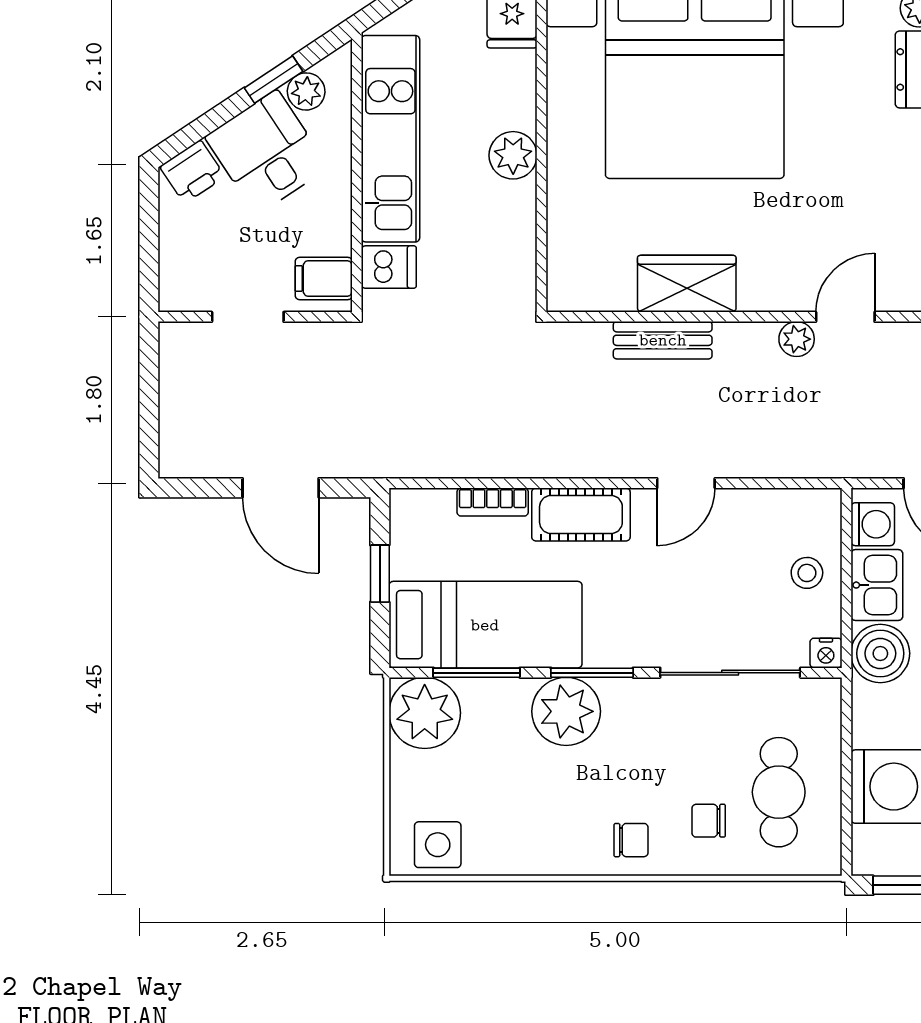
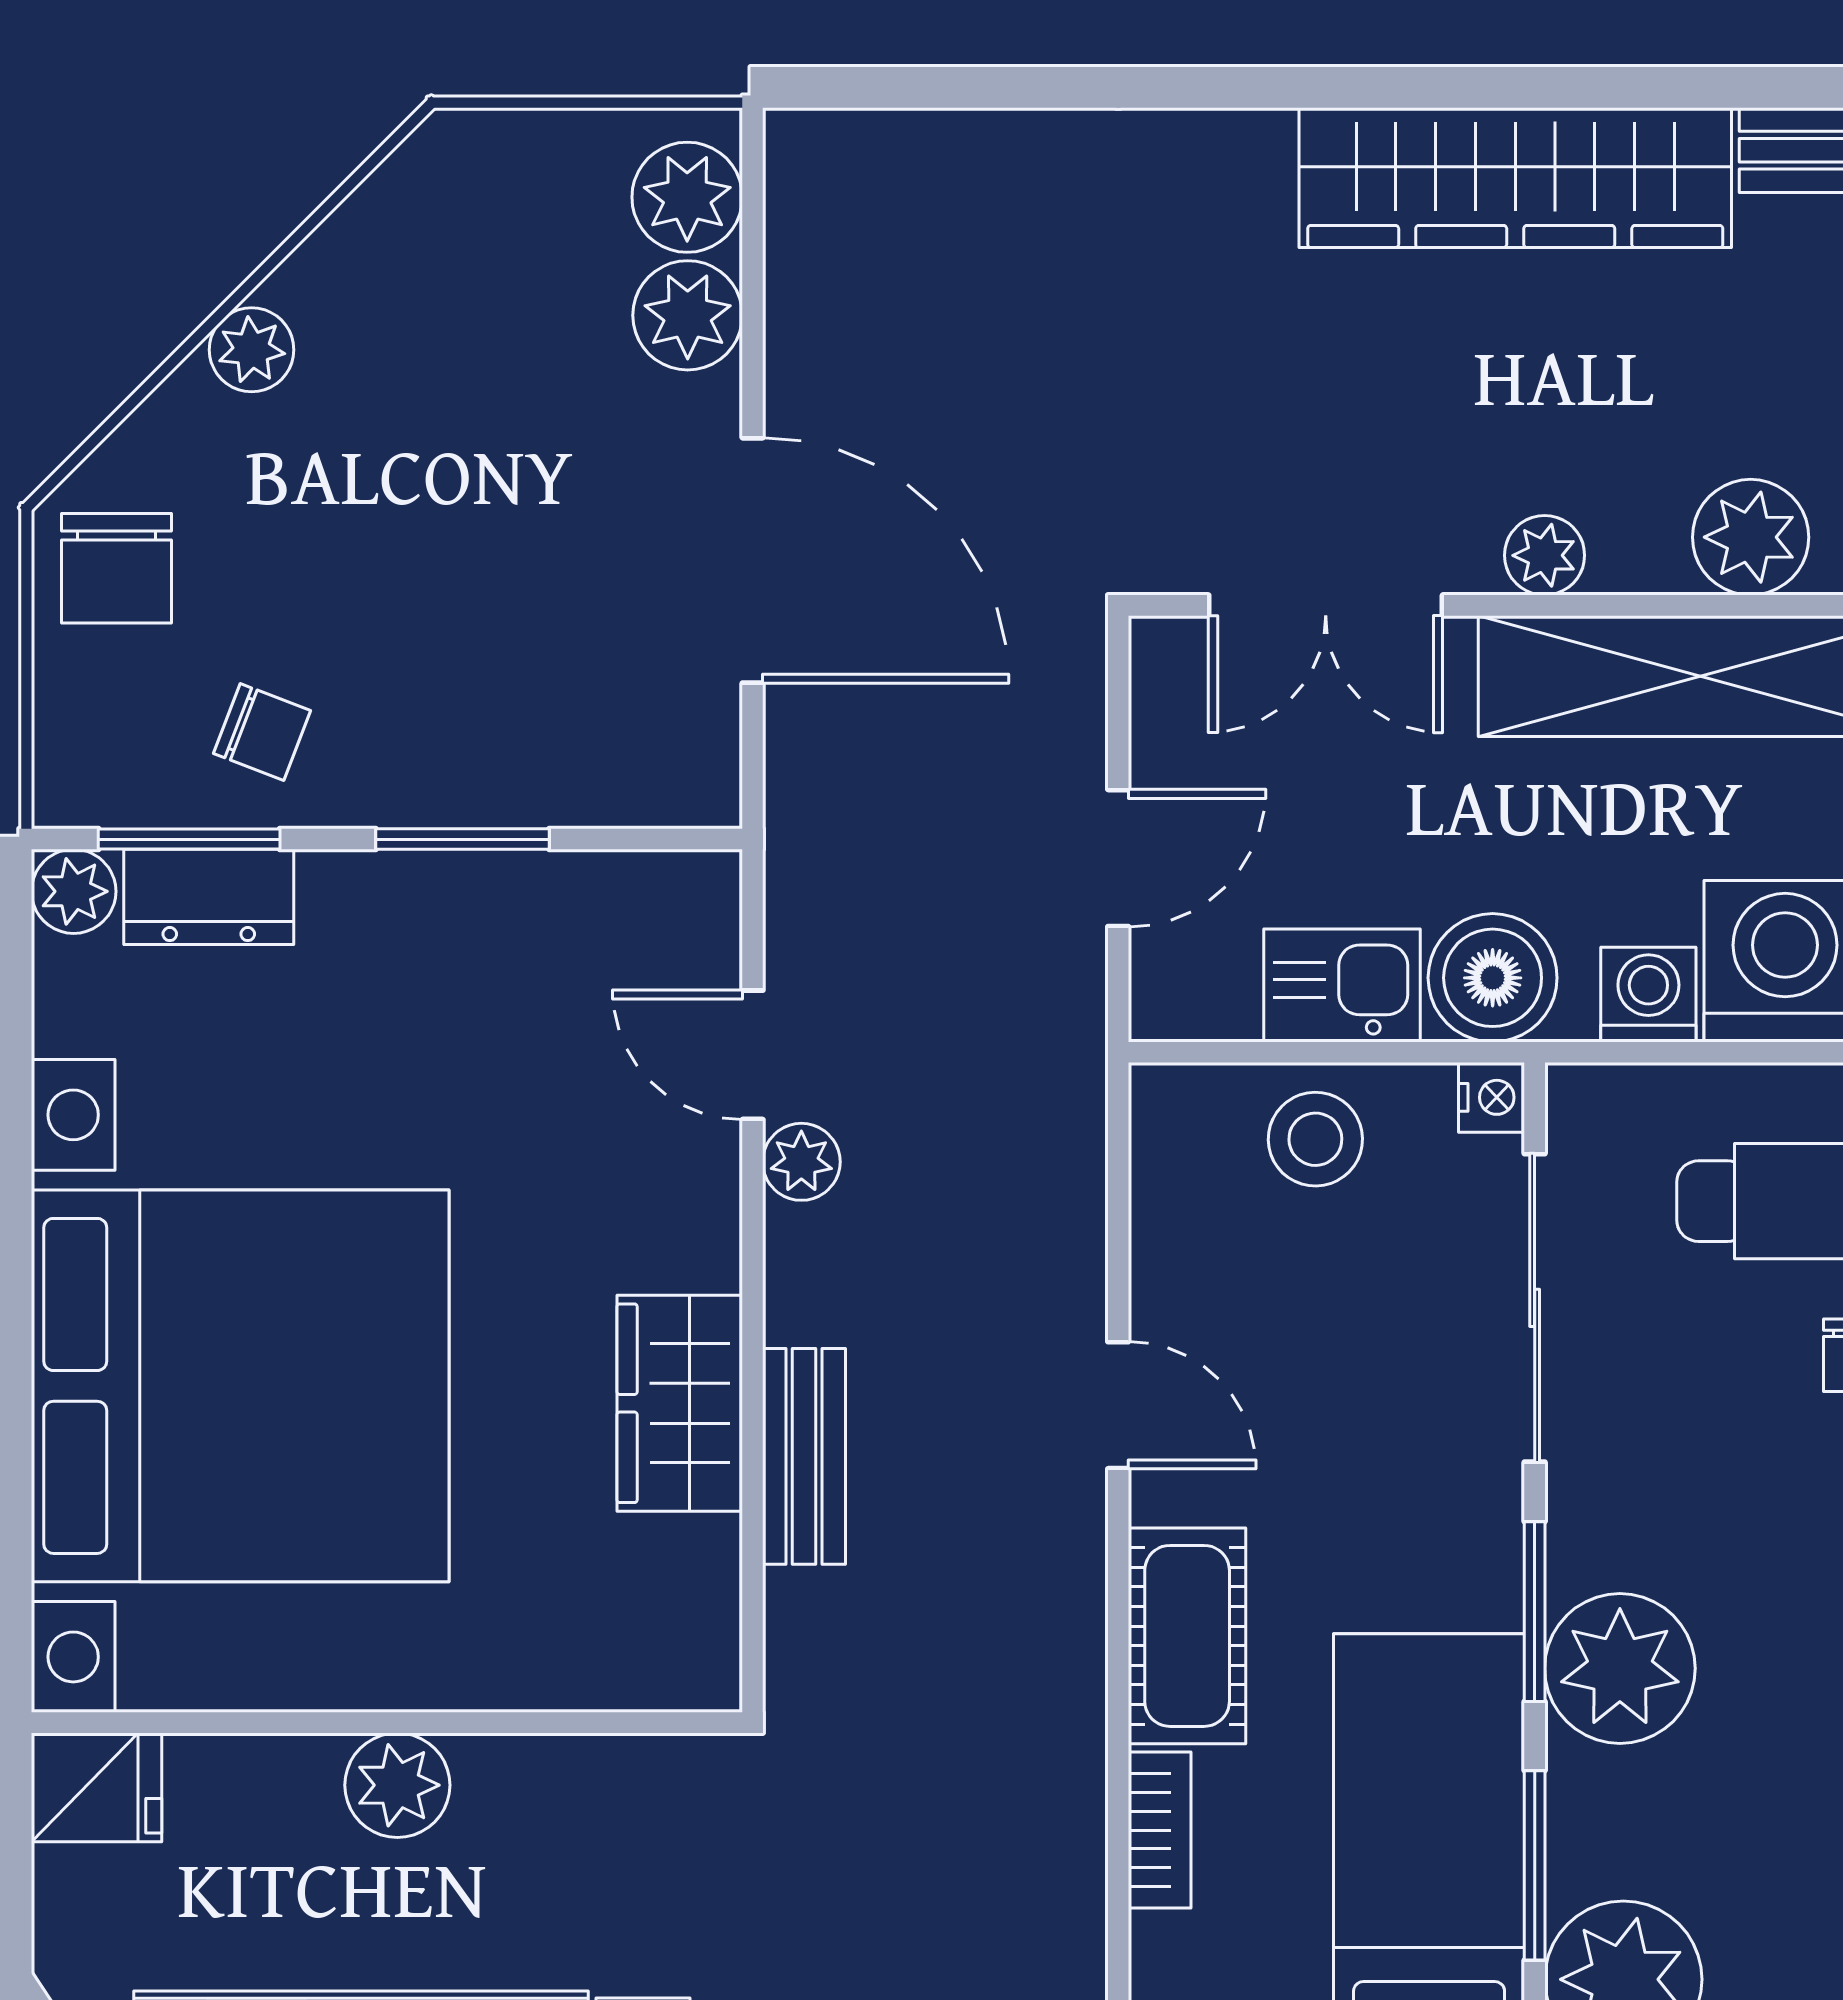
washing machine: (873, 524) -> (1648, 995), moved
stool: (807, 573) -> (1315, 1139), width x1.37, depth x1.37

